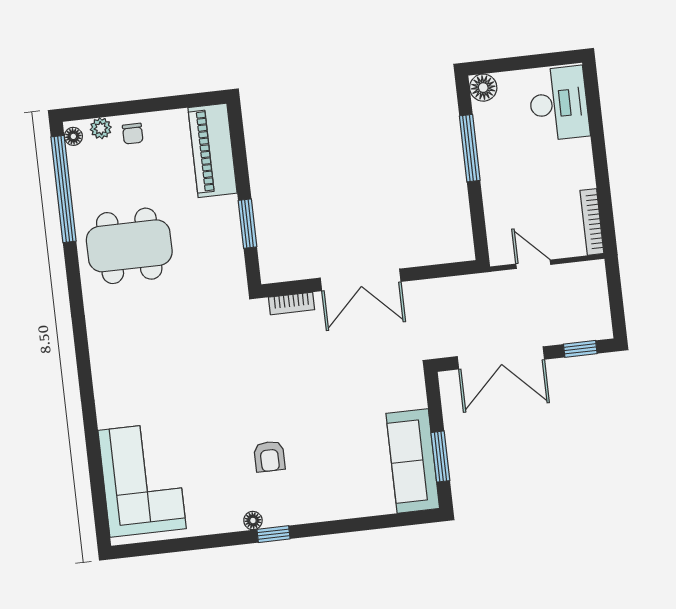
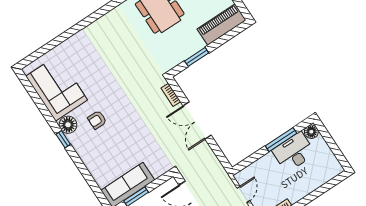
desk: (559, 104) -> (294, 152), moved, turned 180
corner sofa: (142, 479) -> (57, 88), moved, turned -90
floor lamp: (253, 521) -> (68, 125), width x1.89, depth x1.89

